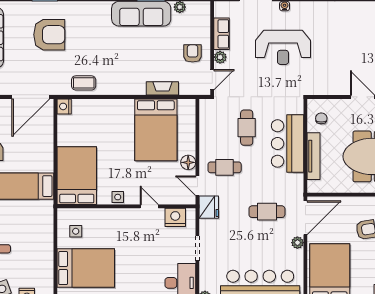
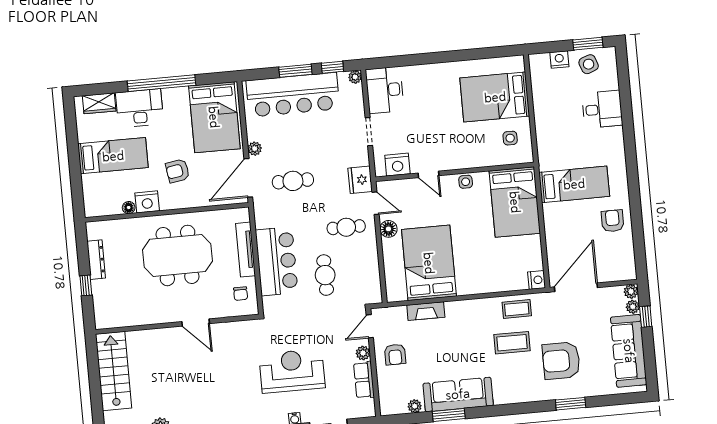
coffee table: (90, 54) -> (512, 343), added

